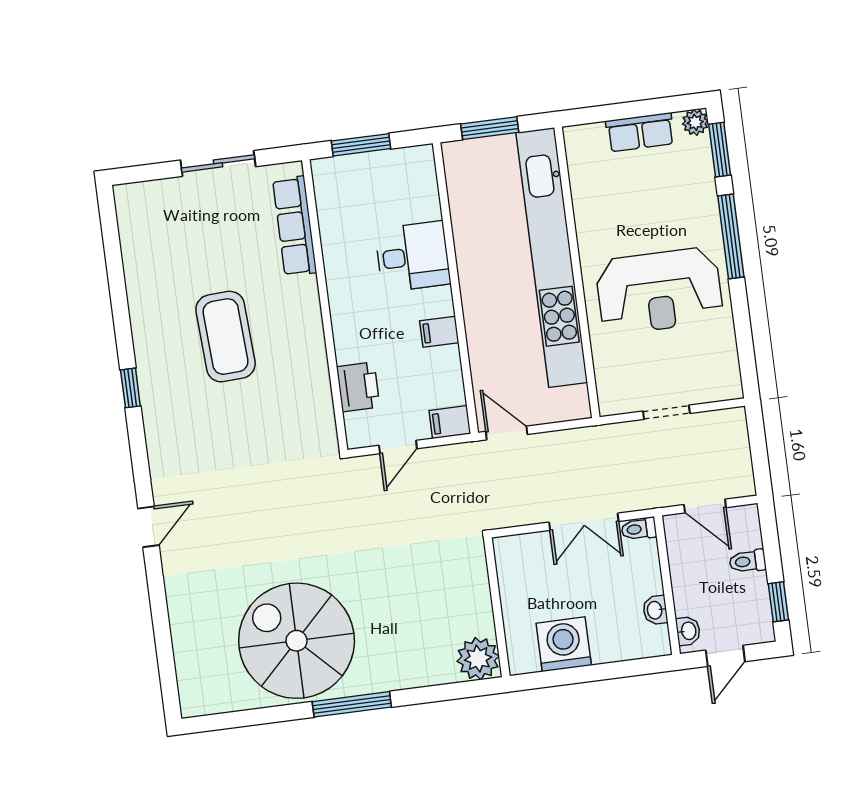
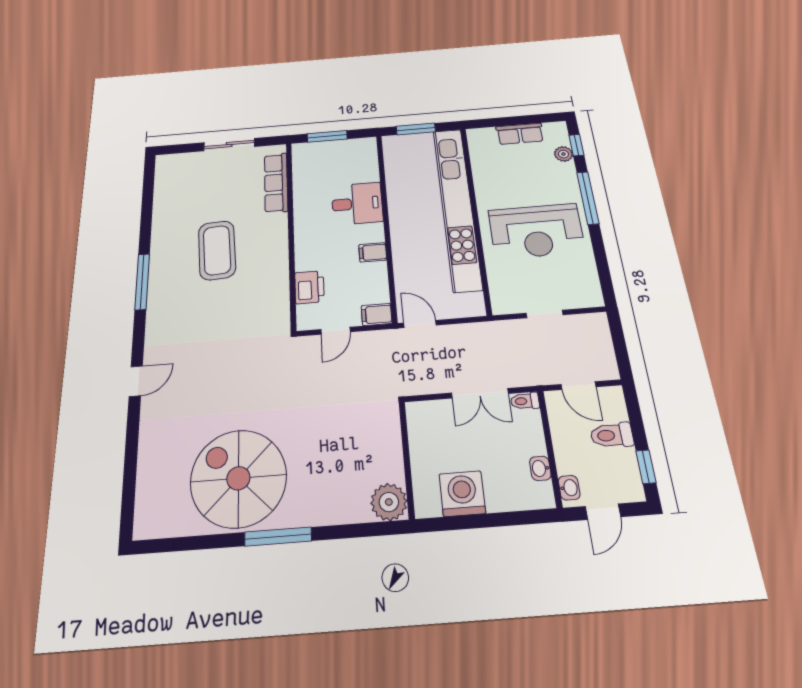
plant: (695, 122) -> (563, 154), moved
window: (720, 150) -> (576, 145), width x0.67
window: (130, 388) -> (142, 282), width x2.17
toilet: (748, 561) -> (612, 435), width x1.37, depth x1.39

